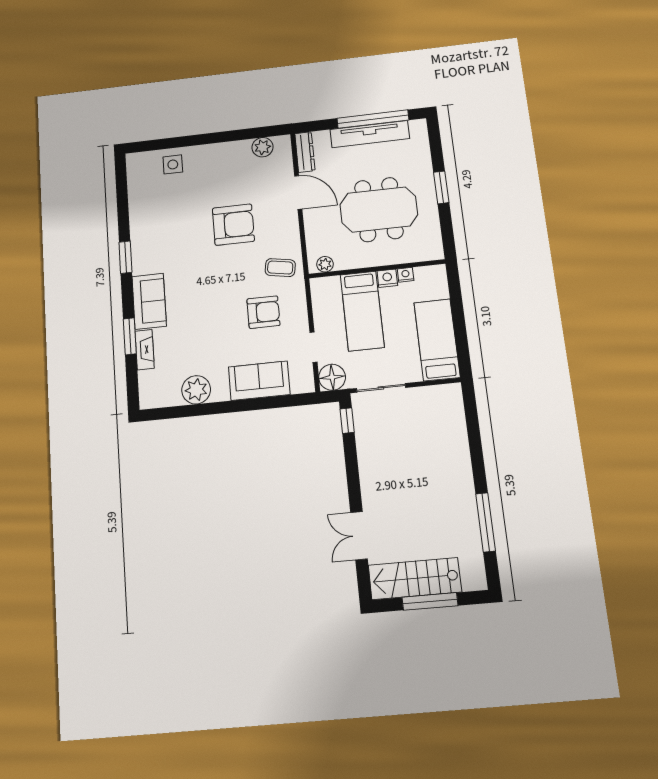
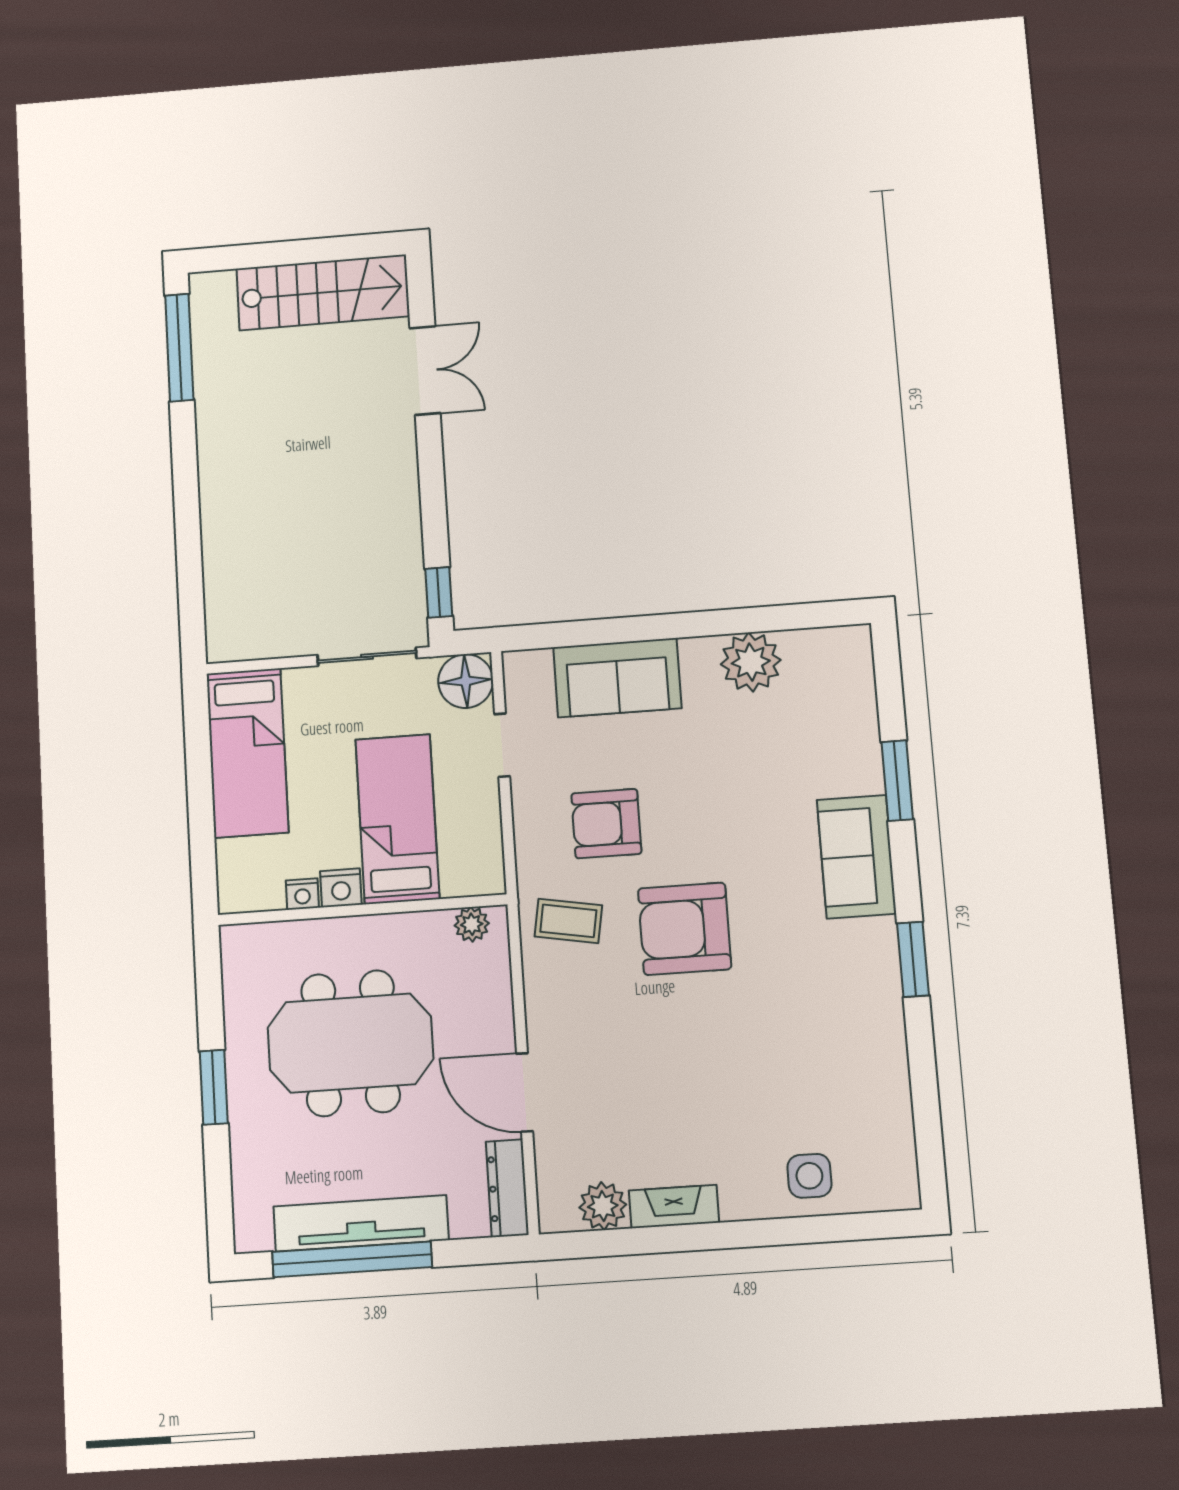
armchair: (233, 225) -> (685, 929), moved
fireplace: (145, 350) -> (674, 1206), moved, turned 90
window: (486, 522) -> (179, 348), moved
window: (430, 601) -> (297, 252), removed

